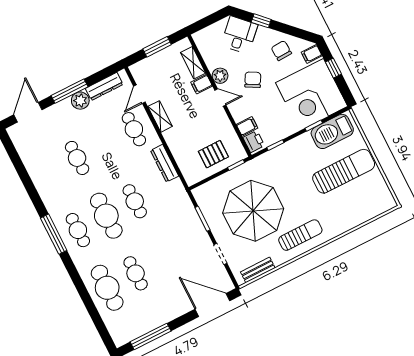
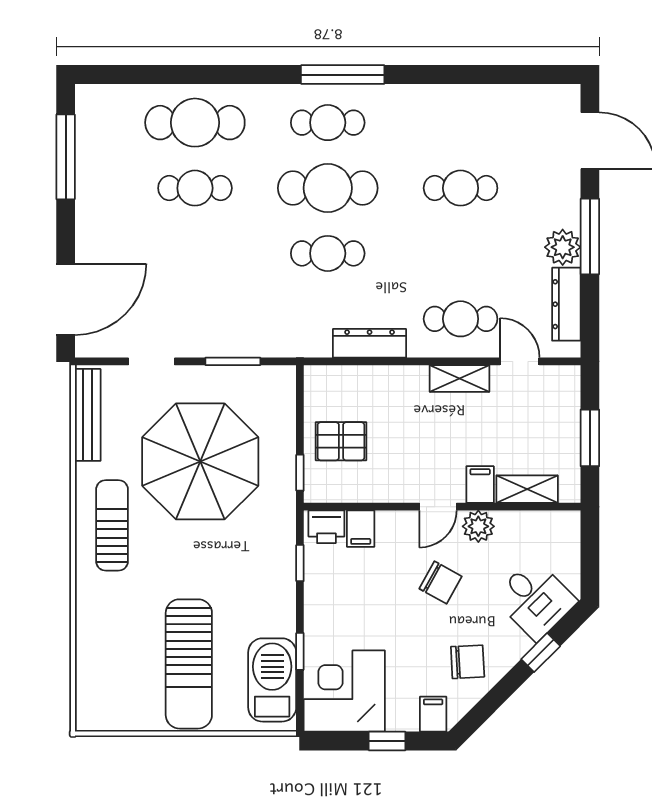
corner desk: (312, 94) -> (344, 691), width x0.74, depth x0.74
pallet: (213, 154) -> (341, 441), turned 90
sun lounger: (300, 235) -> (112, 525), turned 180
bench: (258, 270) -> (88, 415), width x1.36

